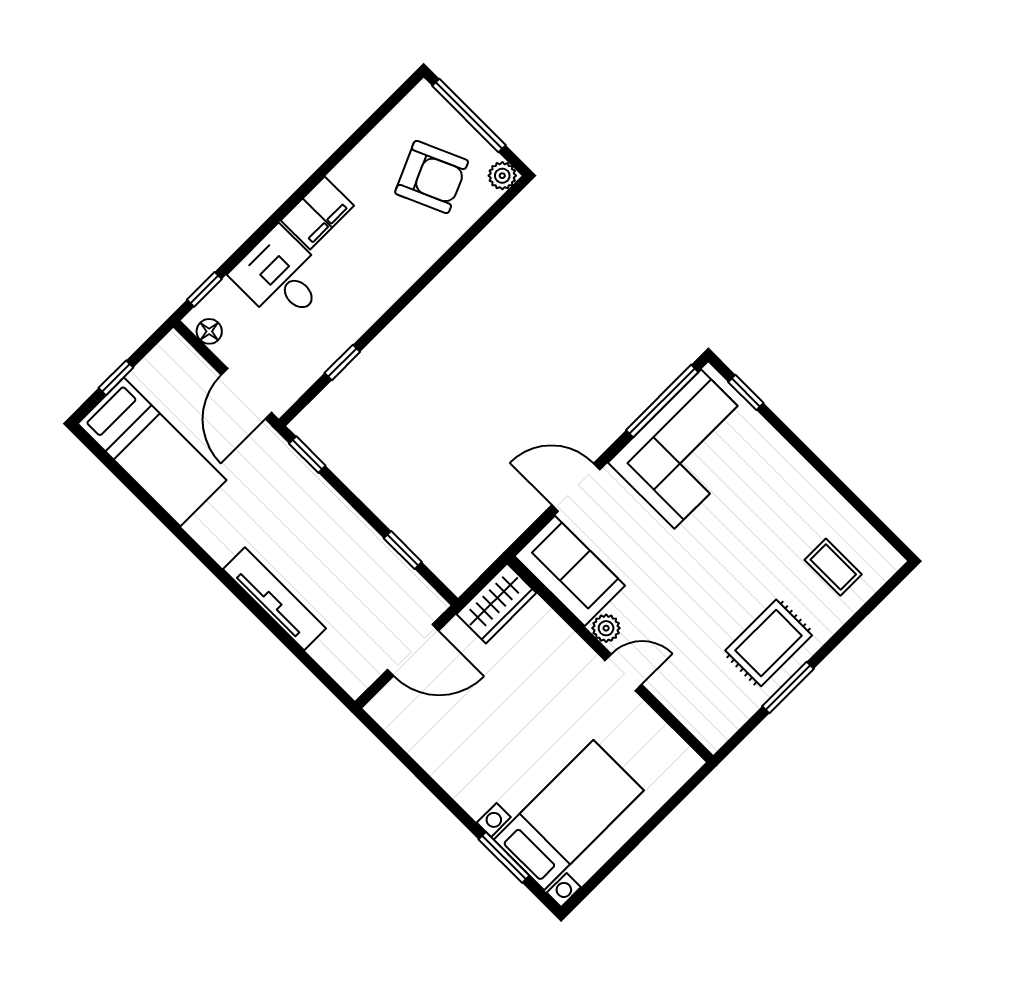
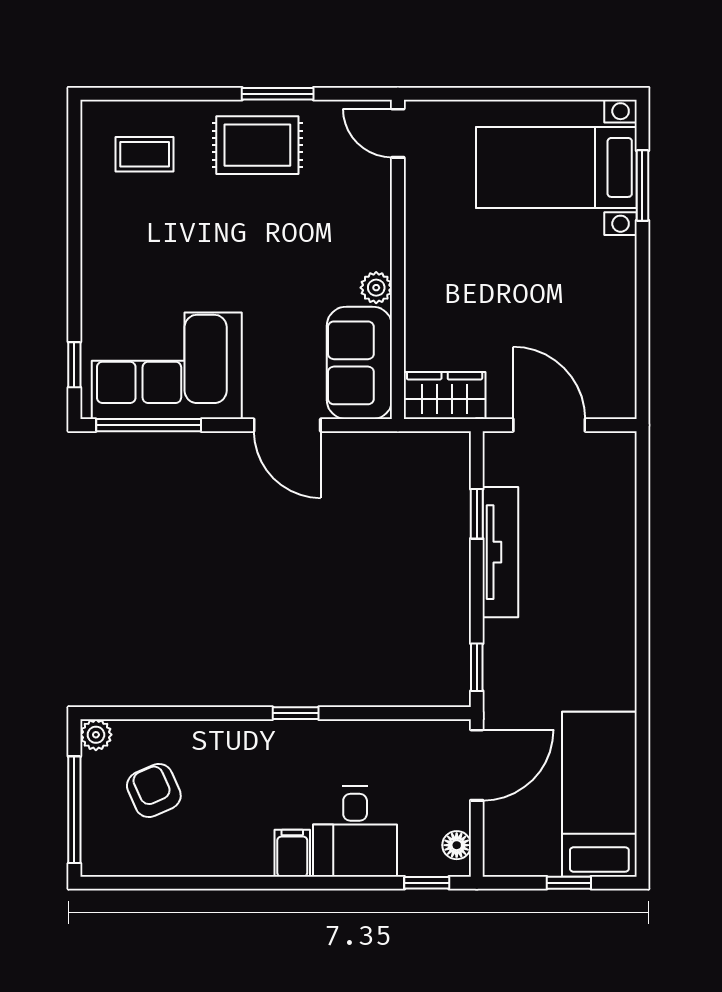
armchair: (432, 177) -> (154, 791), width x0.72, depth x0.72
filing cabinet: (317, 213) -> (292, 853), width x0.50
window: (342, 362) -> (296, 713), moved
coffee table: (833, 567) -> (145, 154), turned 90
tv unit: (275, 599) -> (500, 552), moved, turned 180
door: (623, 672) -> (398, 133), moved

